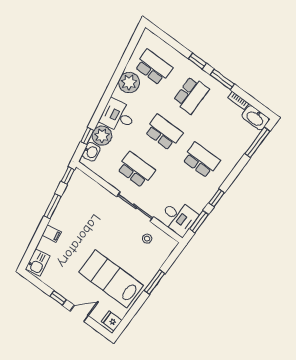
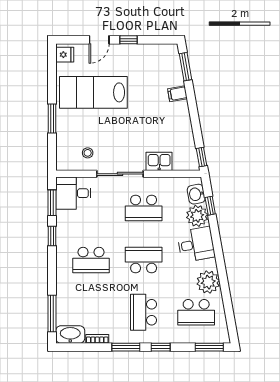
window: (163, 35) -> (209, 347), added
school desk: (164, 132) -> (144, 260), turned 180
window: (53, 206) -> (186, 67), moved
kitchen sink: (38, 262) -> (159, 161), moved, turned 100
lab bench: (111, 279) -> (93, 92), turned 180

